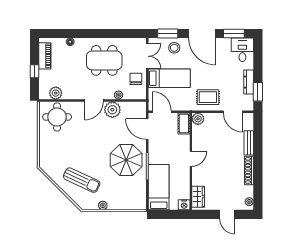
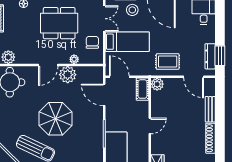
dresser: (249, 82) -> (210, 56), moved
parasol: (126, 160) -> (55, 119), moved

